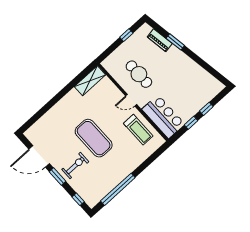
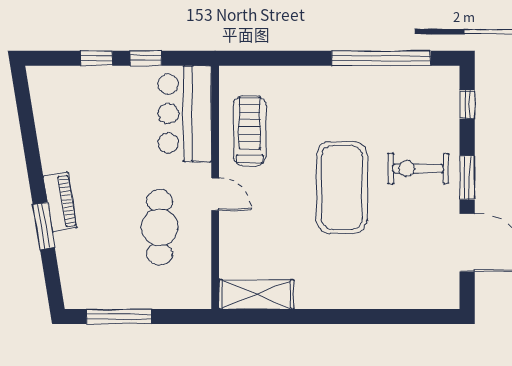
window: (126, 35) -> (119, 316), width x2.17
piano: (160, 40) -> (60, 202), moved

